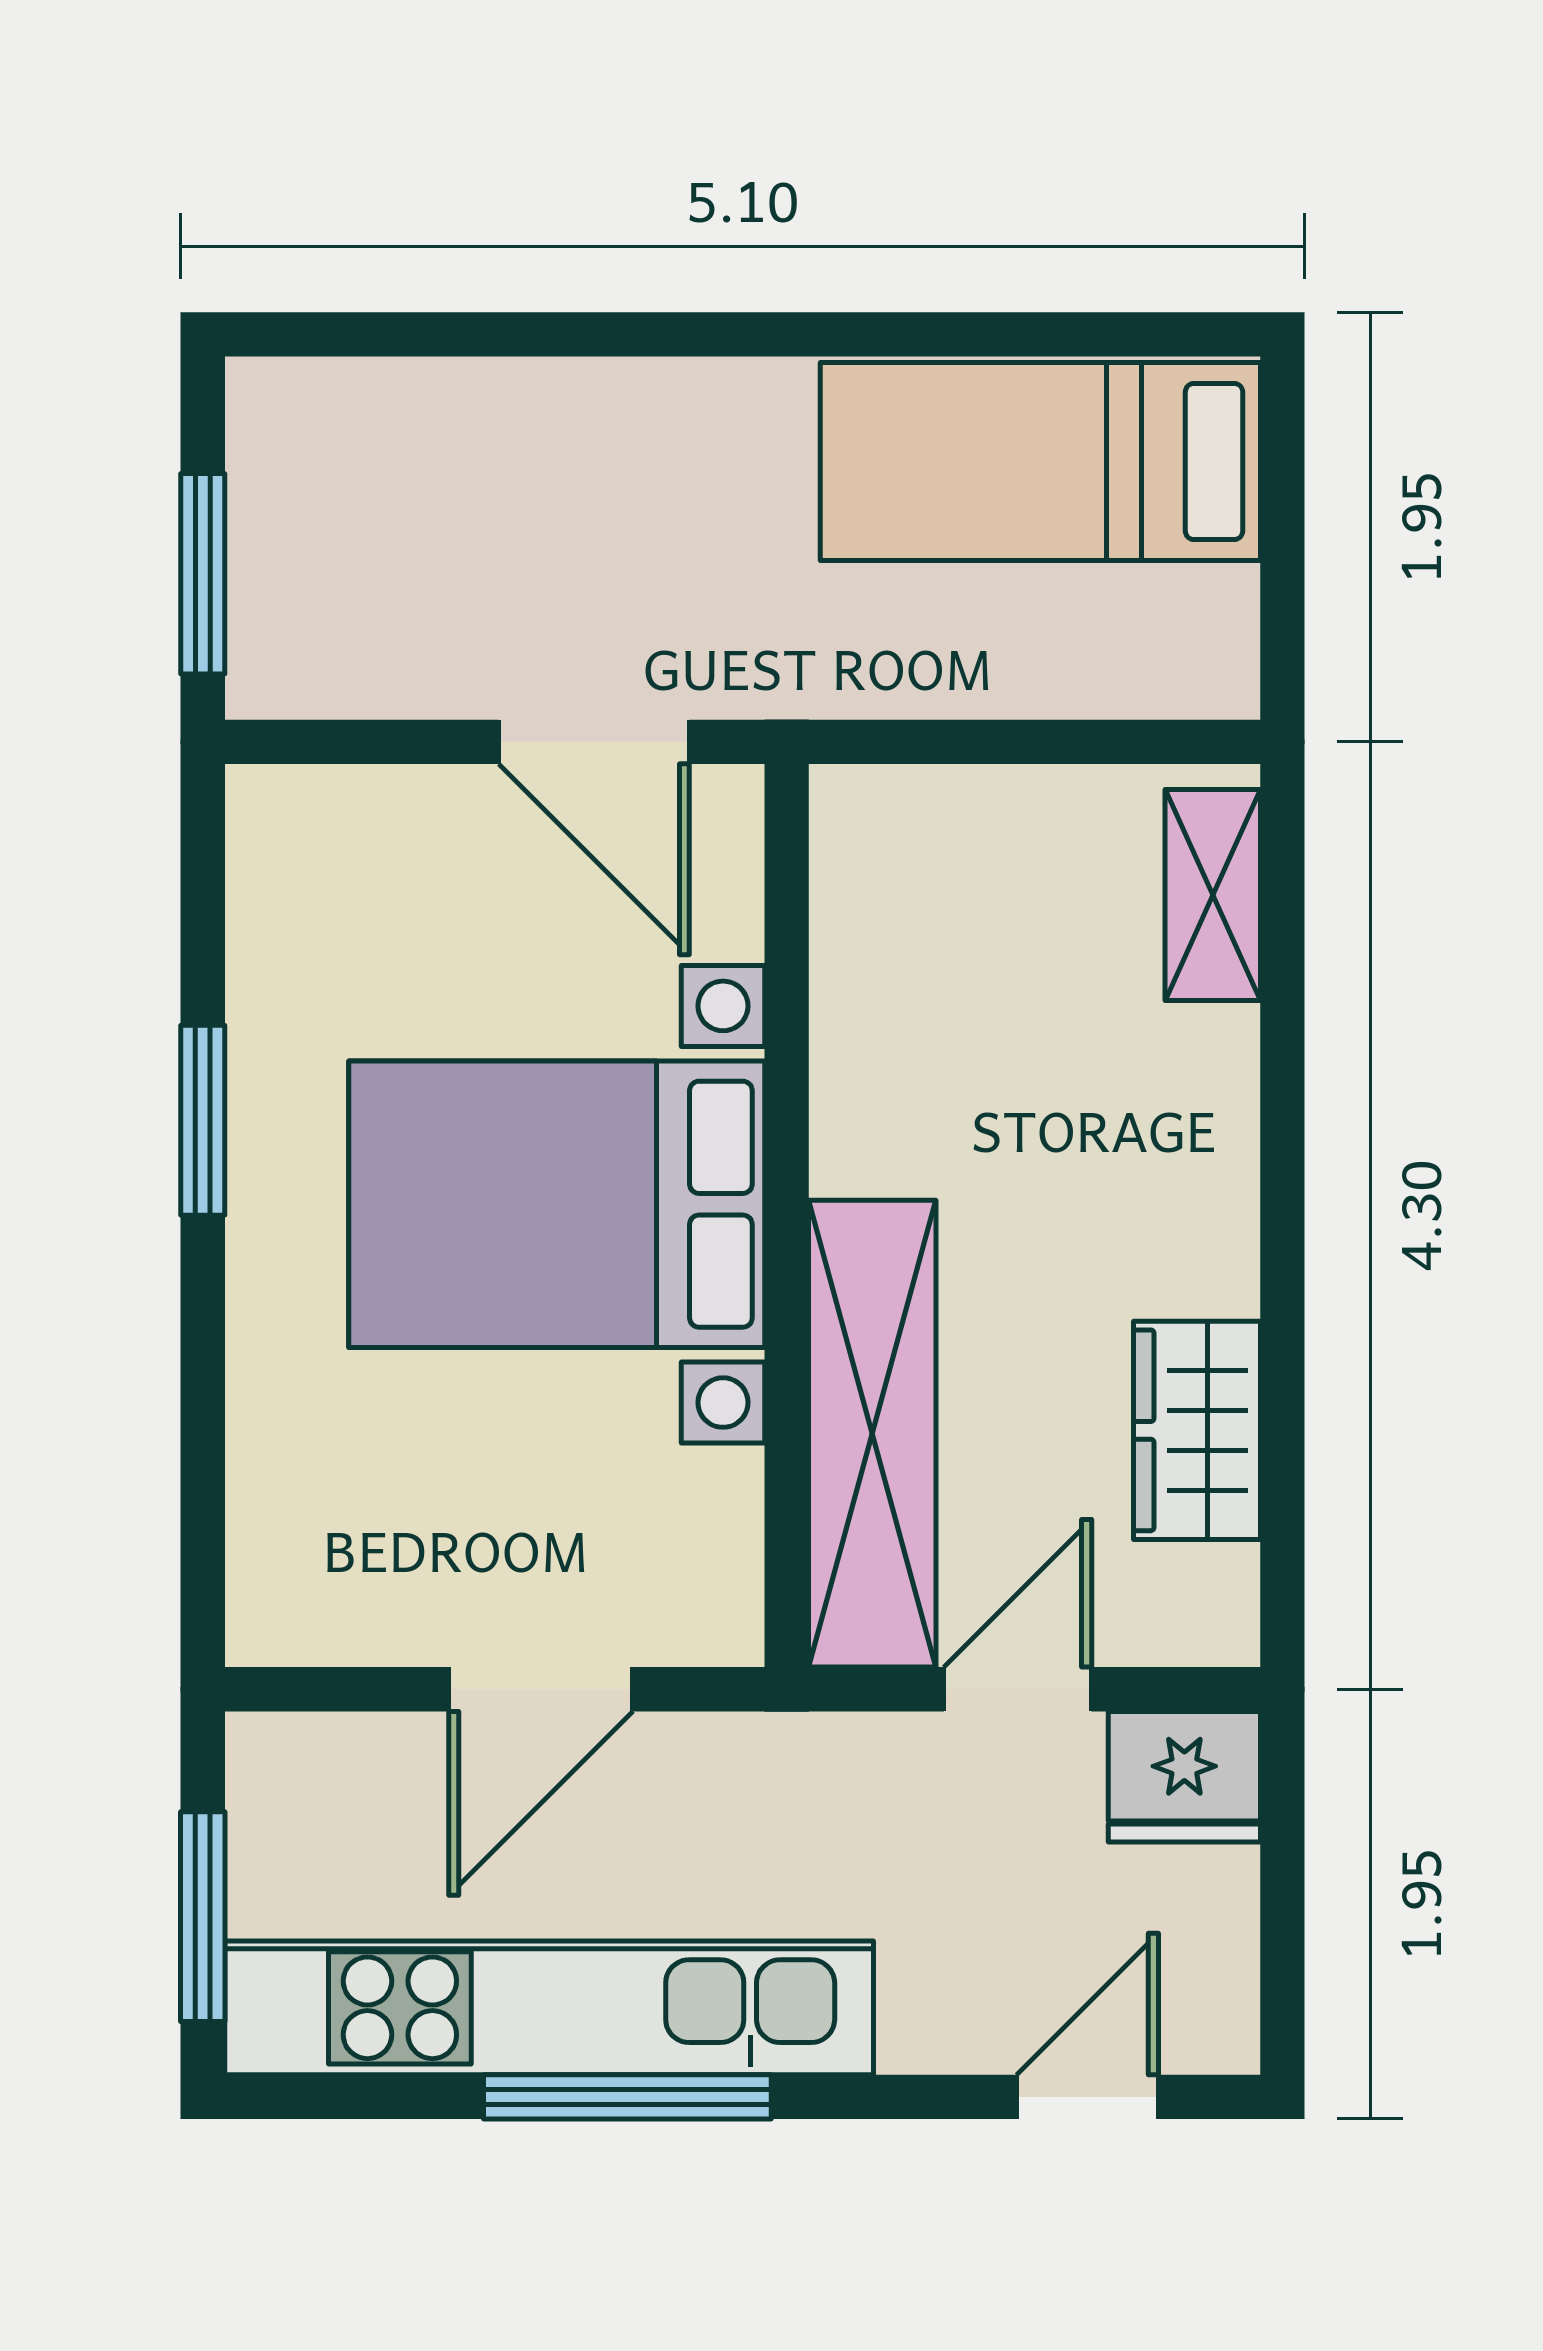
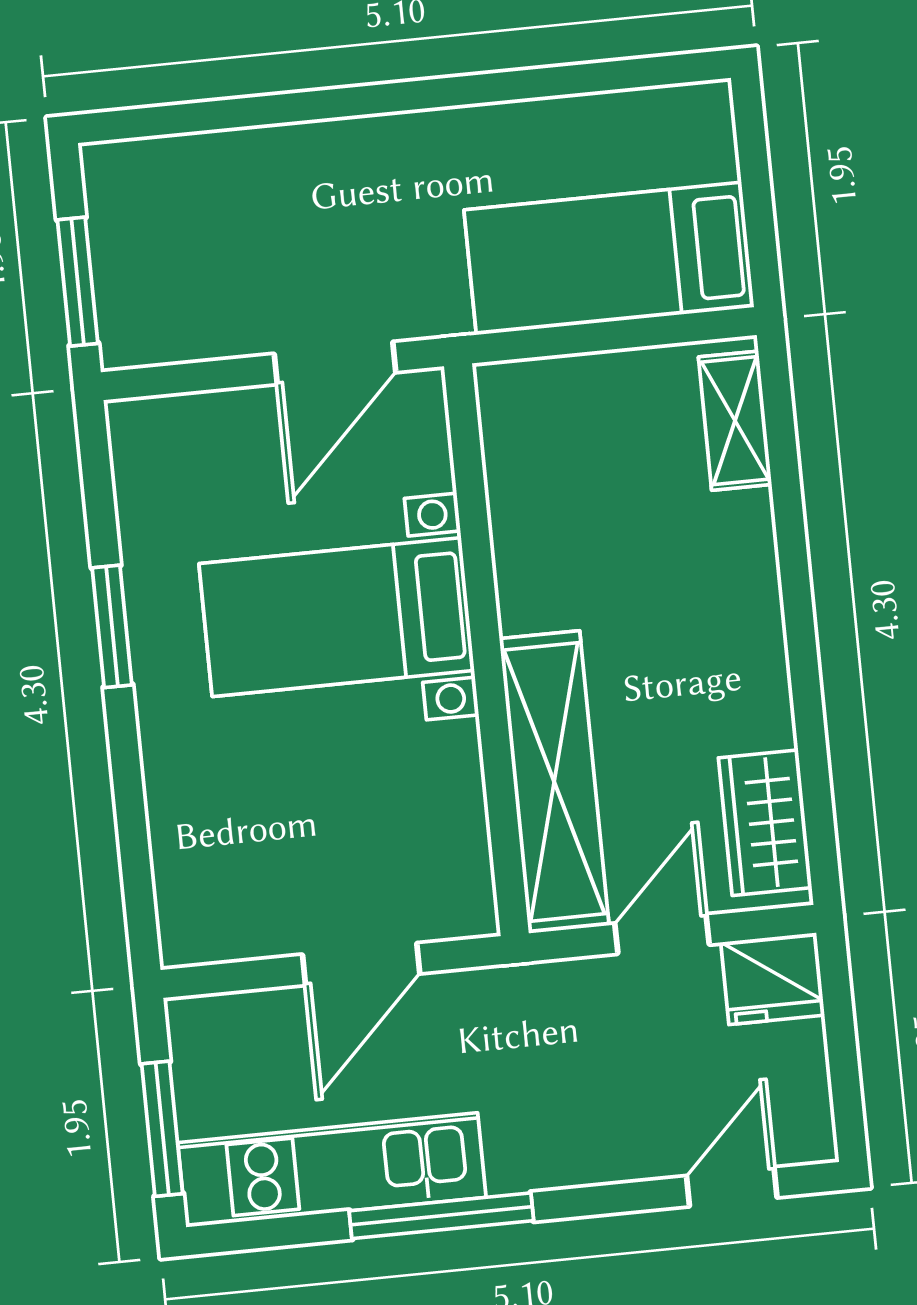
bed: (1040, 461) -> (609, 259), moved
door: (594, 742) -> (335, 363), hinge flipped
bed with nightstands: (557, 1204) -> (337, 617), width x0.73
wardrobe: (1197, 1430) -> (765, 823), moved
kitchen unit: (549, 2008) -> (332, 1170), width x0.73

